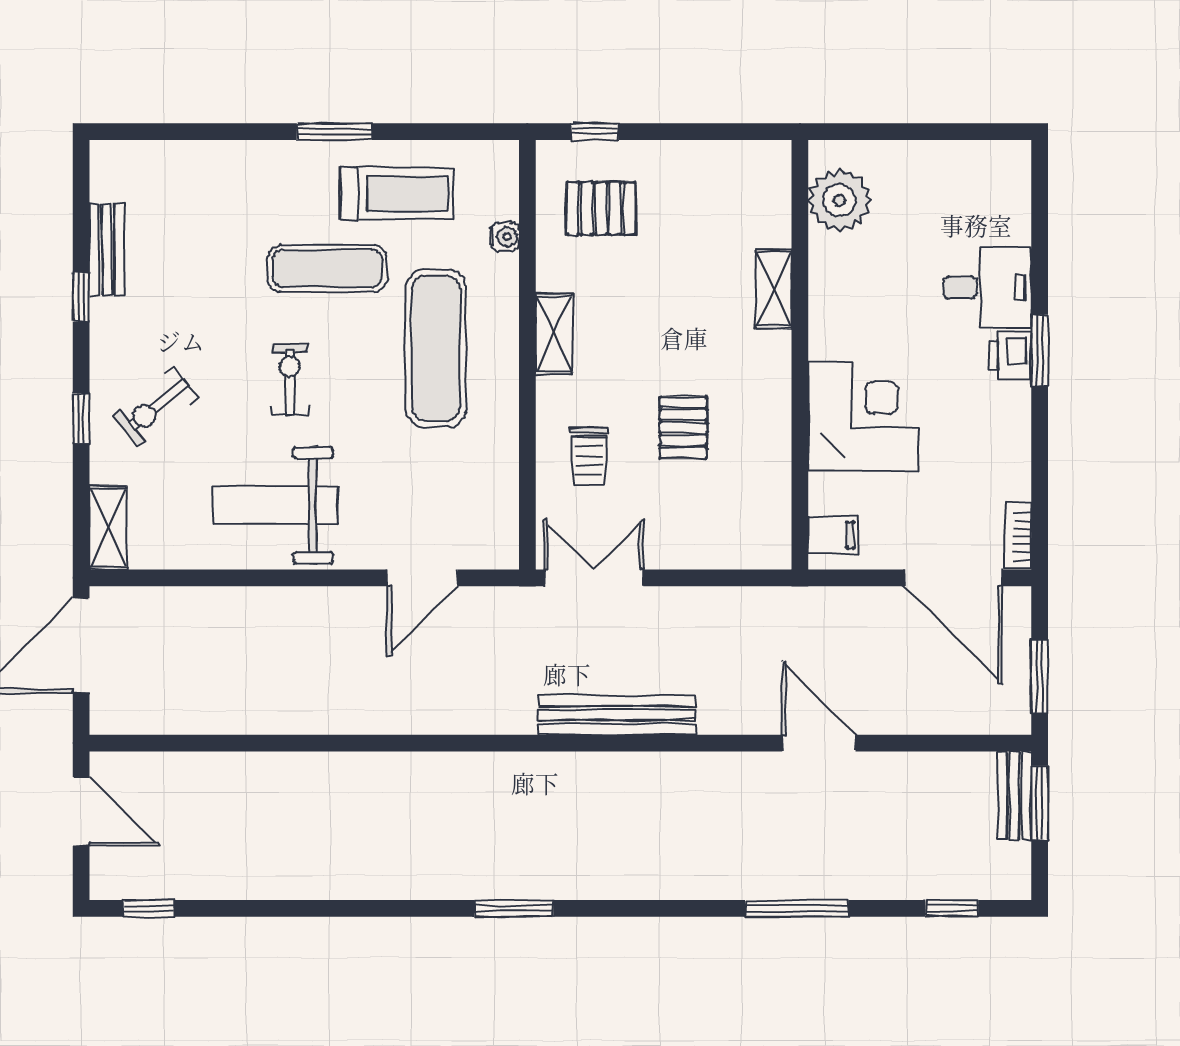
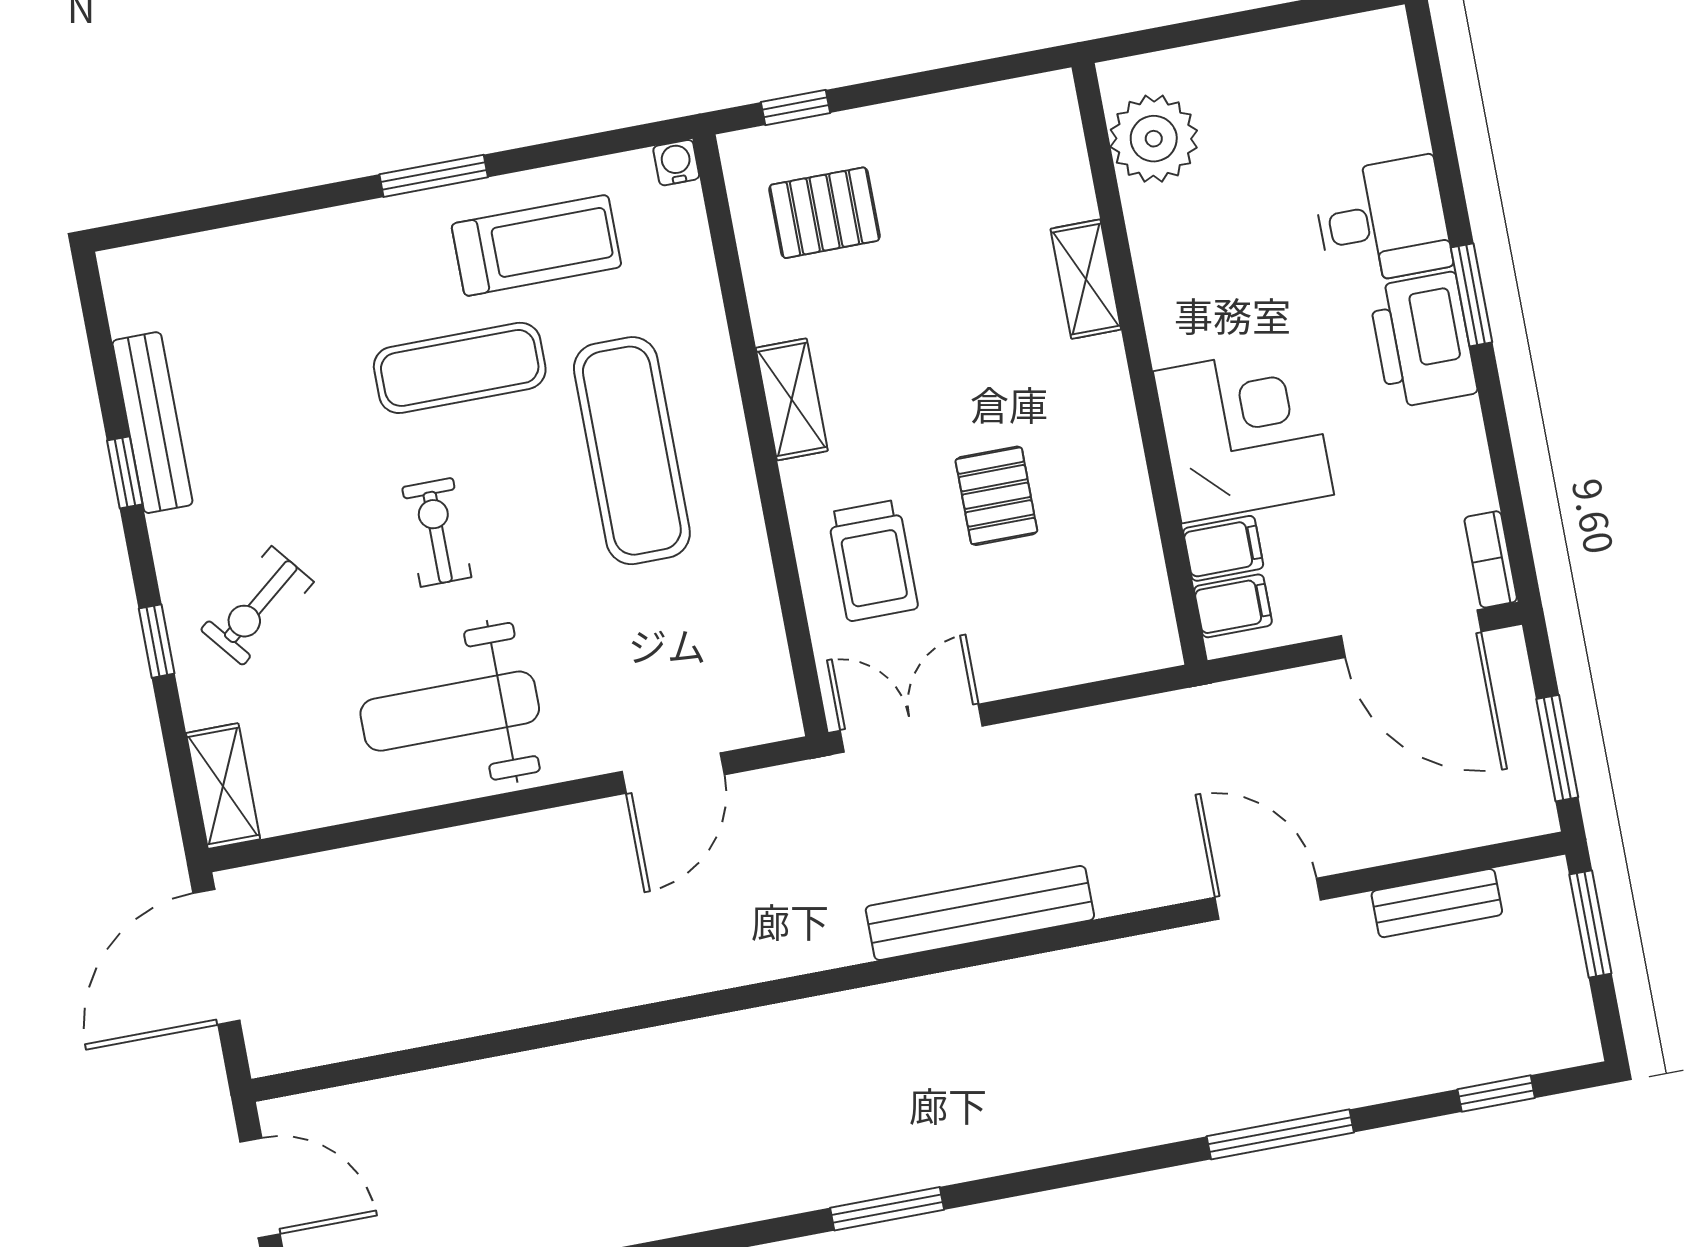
water cooler: (505, 237) -> (676, 163), moved, turned -90
bench: (107, 249) -> (152, 423), width x1.36
printer: (1010, 355) -> (1423, 340), width x1.87, depth x1.48
trolley: (589, 456) -> (873, 561), width x1.36, depth x1.39
filing cabinet: (834, 494) -> (1223, 548), added
bench: (1014, 796) -> (1437, 903), moved, turned 90

